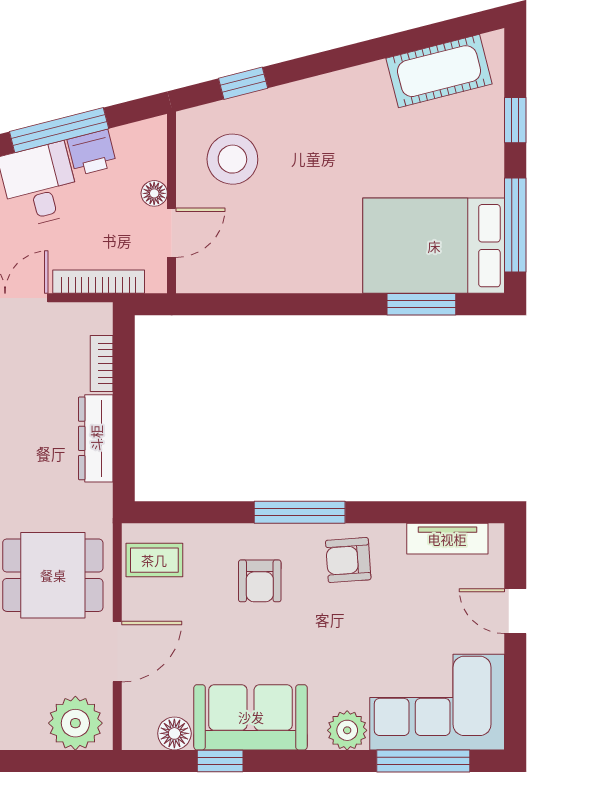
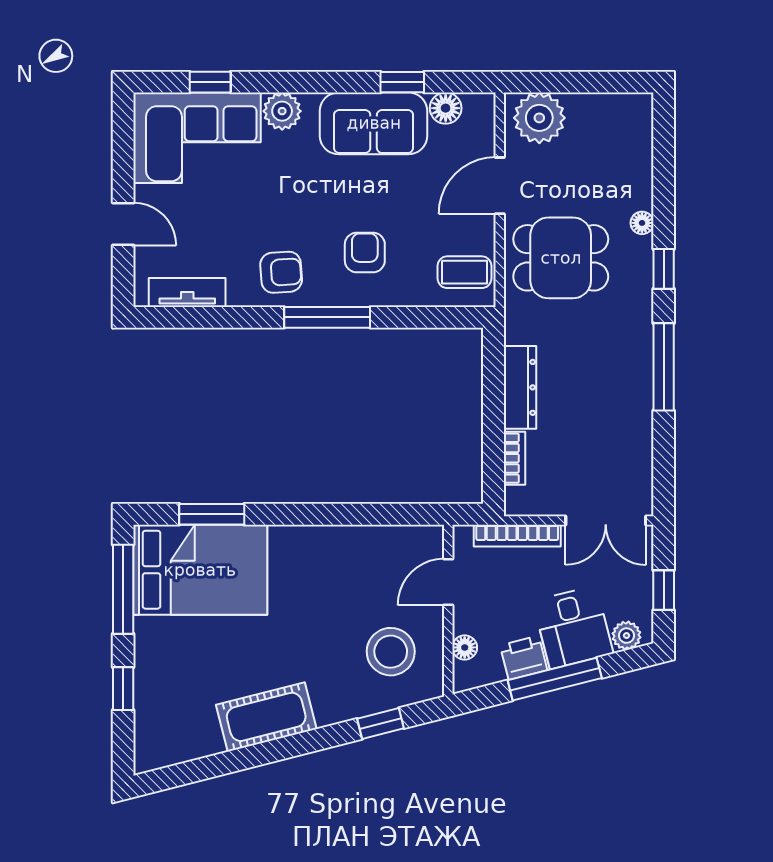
cot: (439, 71) -> (266, 717), moved
floor lamp: (154, 193) -> (465, 647), moved
window: (423, 761) -> (210, 82), width x0.46

